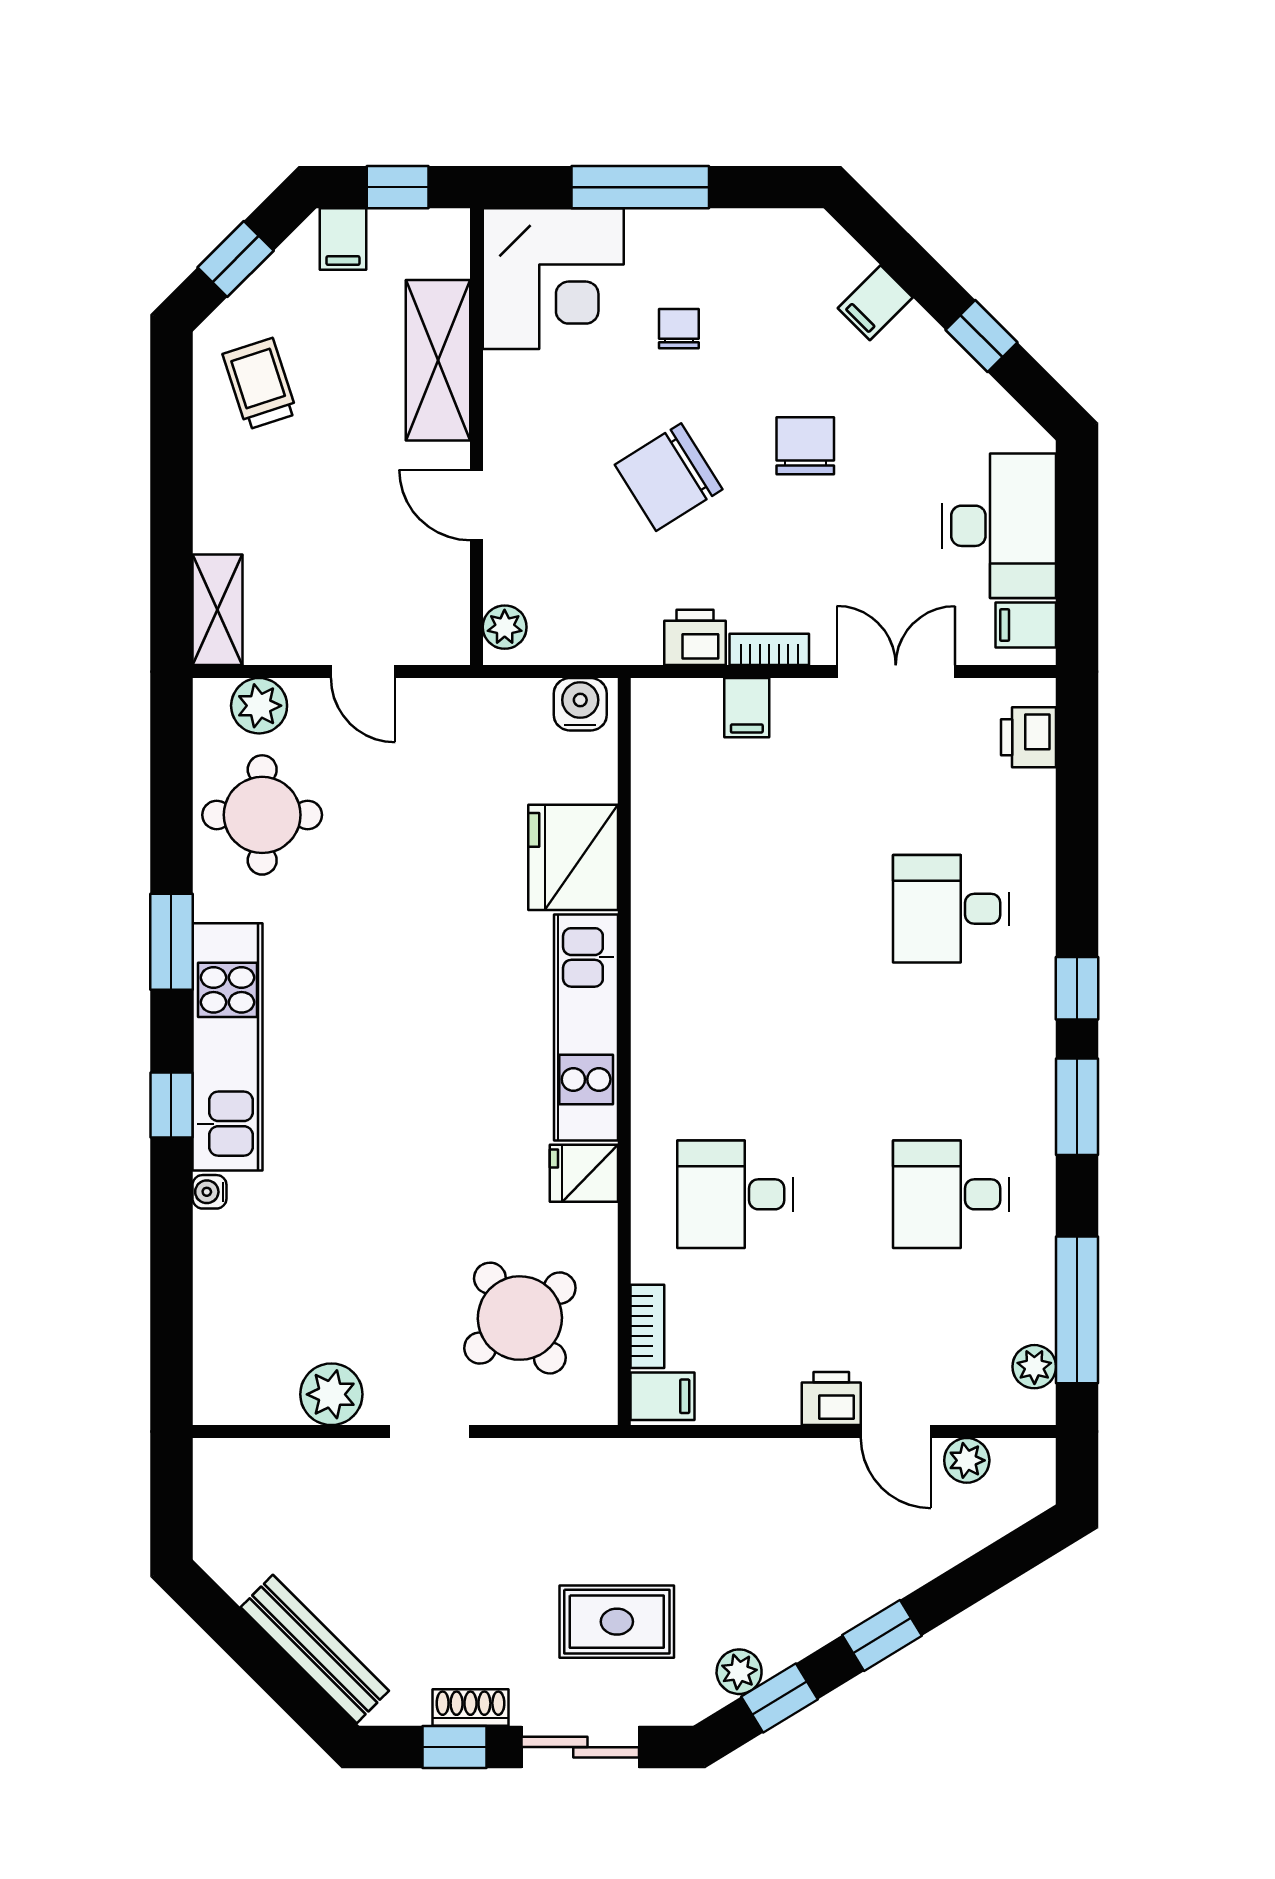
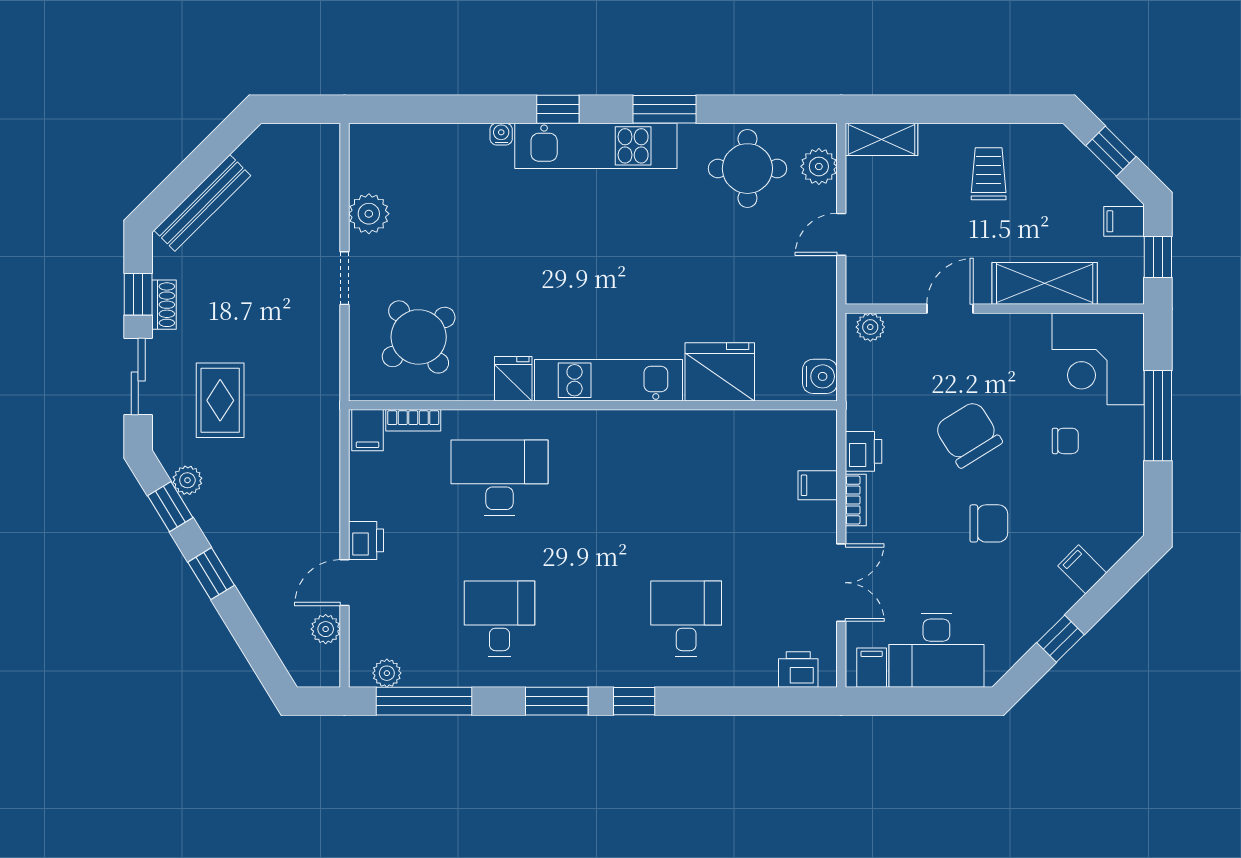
trolley: (260, 384) -> (989, 174), moved, turned -72
desk: (735, 1194) -> (499, 478), width x1.37

